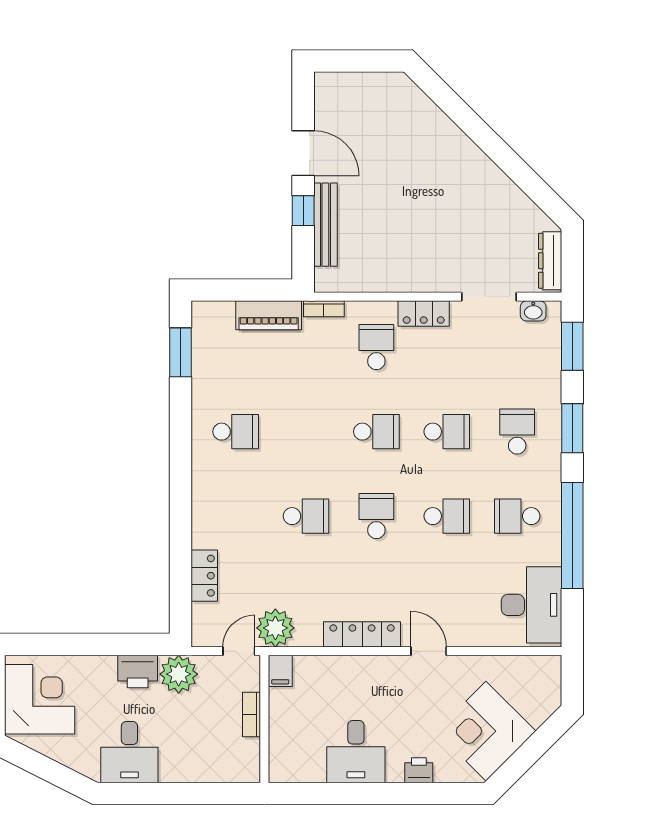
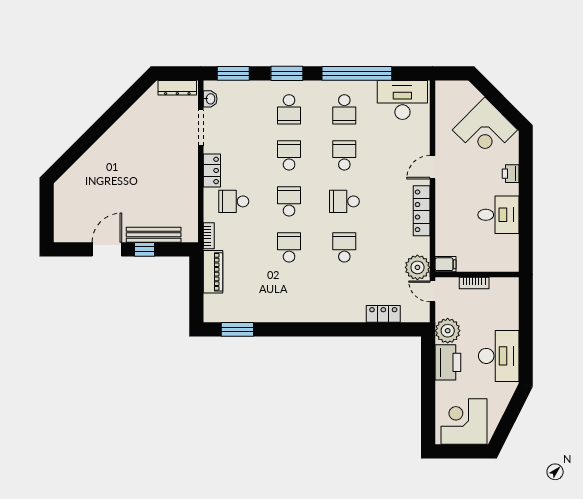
school desk: (236, 432) -> (289, 247), moved
school desk: (517, 432) -> (289, 109), turned -90
printer: (138, 671) -> (448, 362), width x1.37, depth x1.19
desk: (129, 752) -> (499, 356), width x1.37

